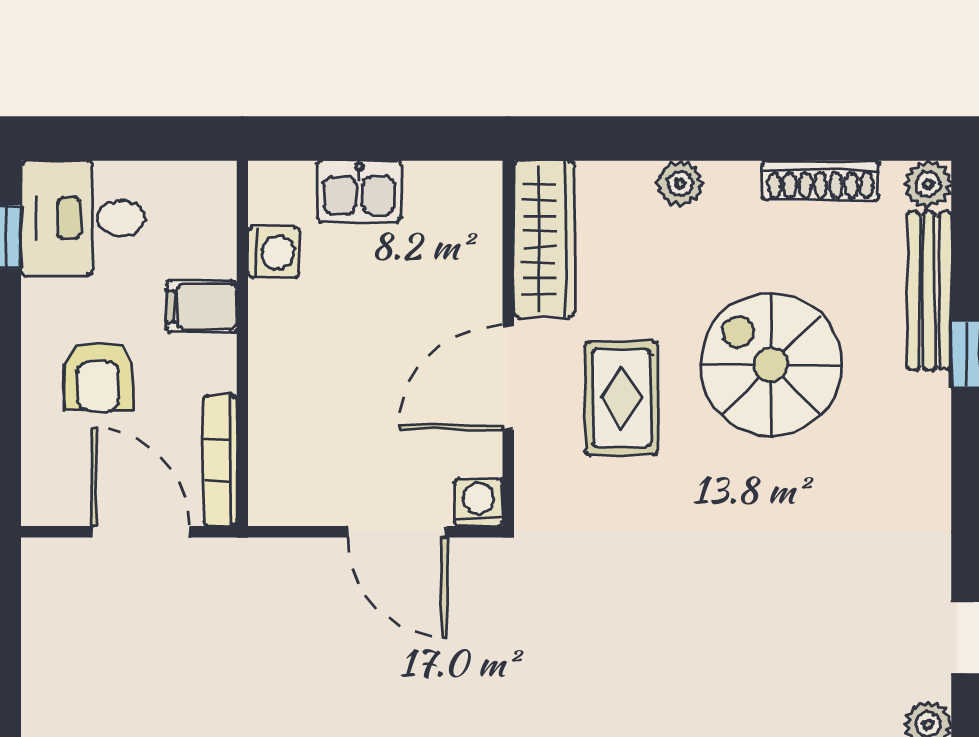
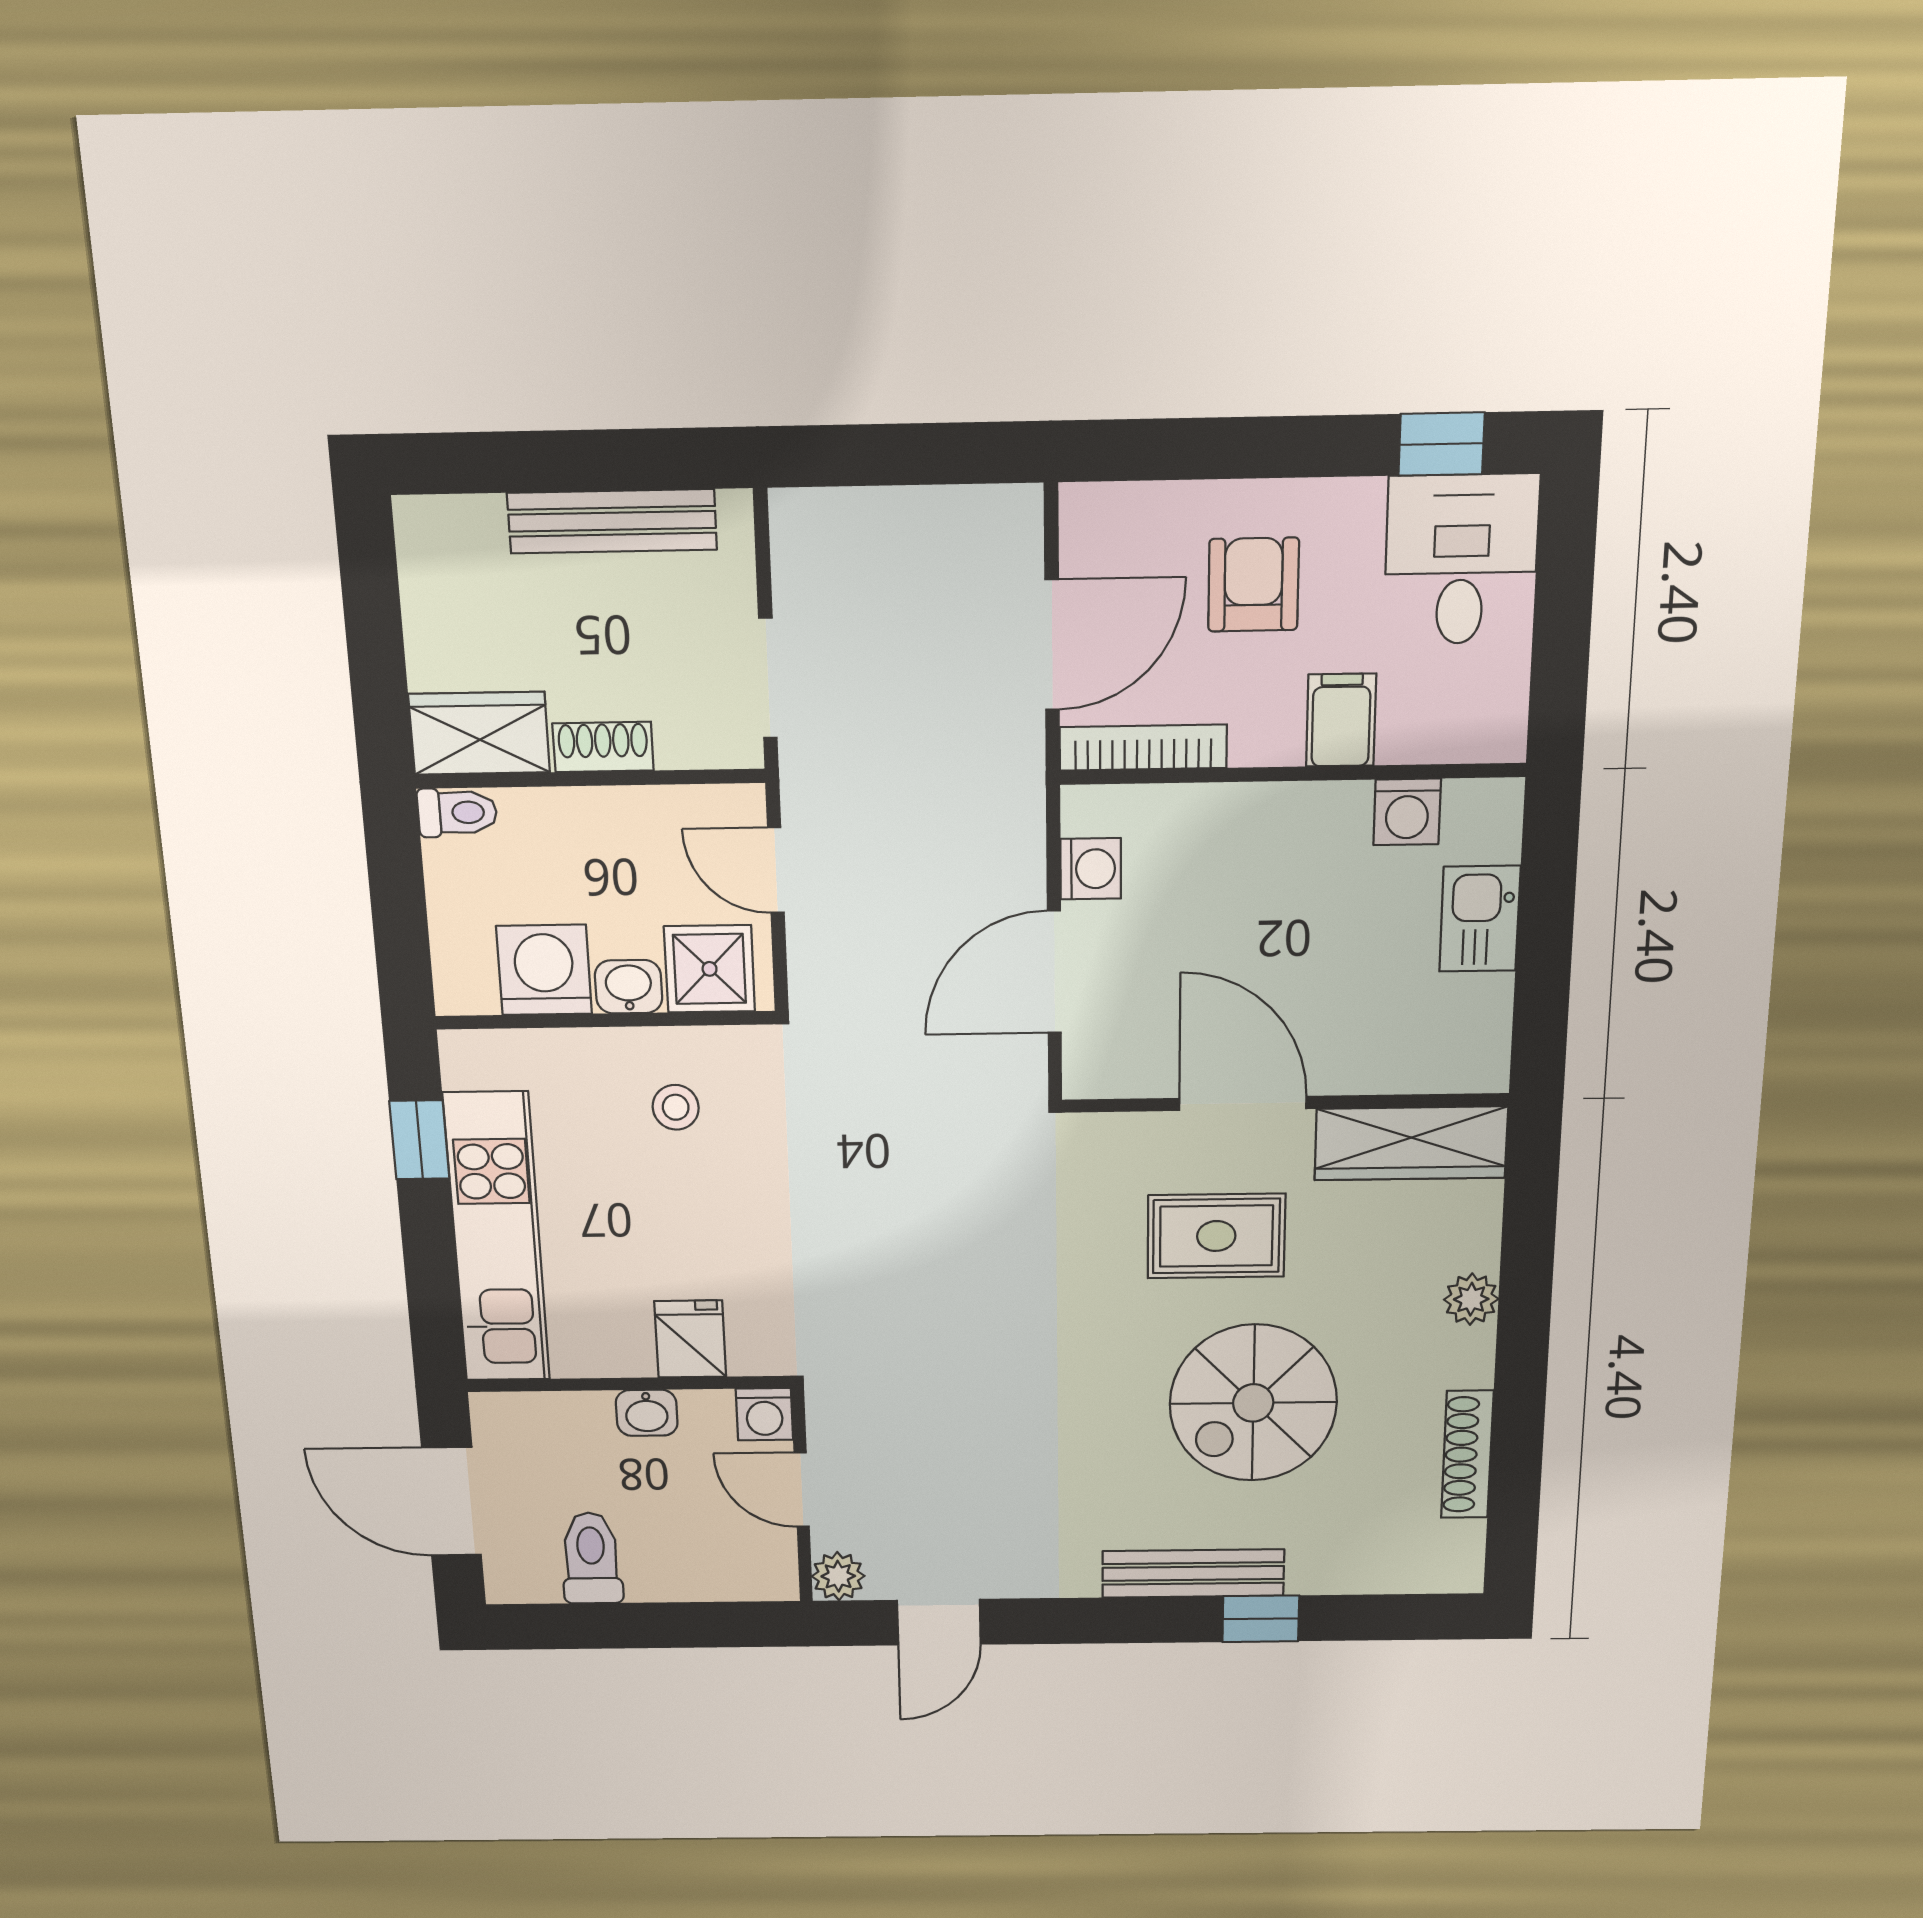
plant: (928, 184) -> (1458, 1569), removed
bench: (929, 291) -> (1193, 1573), moved
spiral stairs: (771, 365) -> (1253, 1403), turned 180
armchair: (98, 377) -> (1253, 585), turned 90
washing machine: (479, 502) -> (1091, 869), moved

